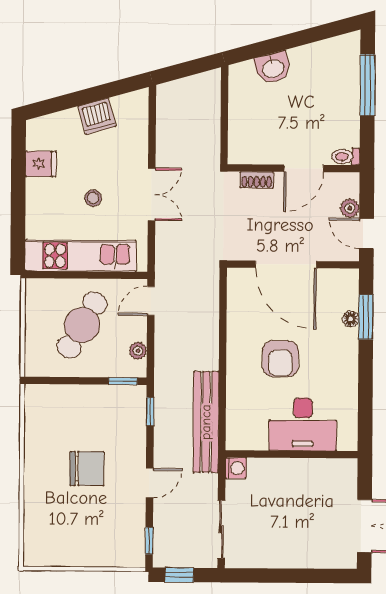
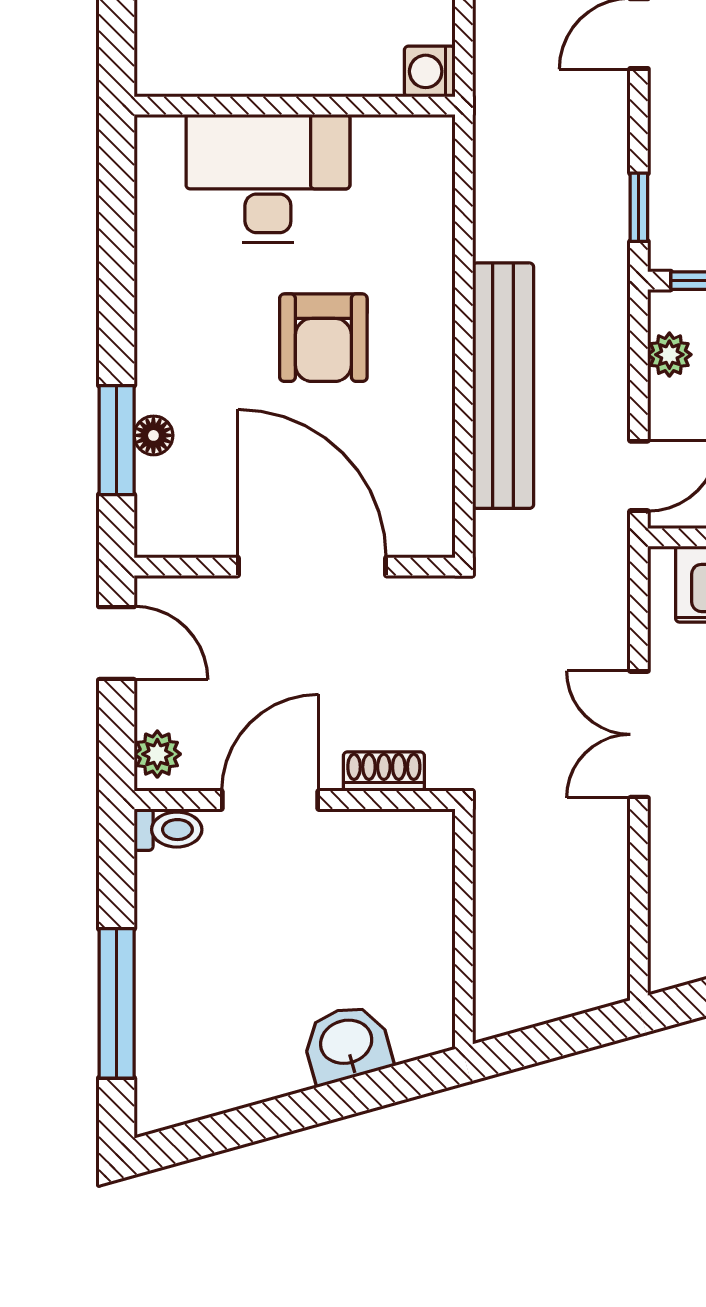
plant: (350, 208) -> (157, 754), moved
armchair: (280, 359) -> (323, 338), turned 180
bench: (206, 422) -> (503, 386), moved

